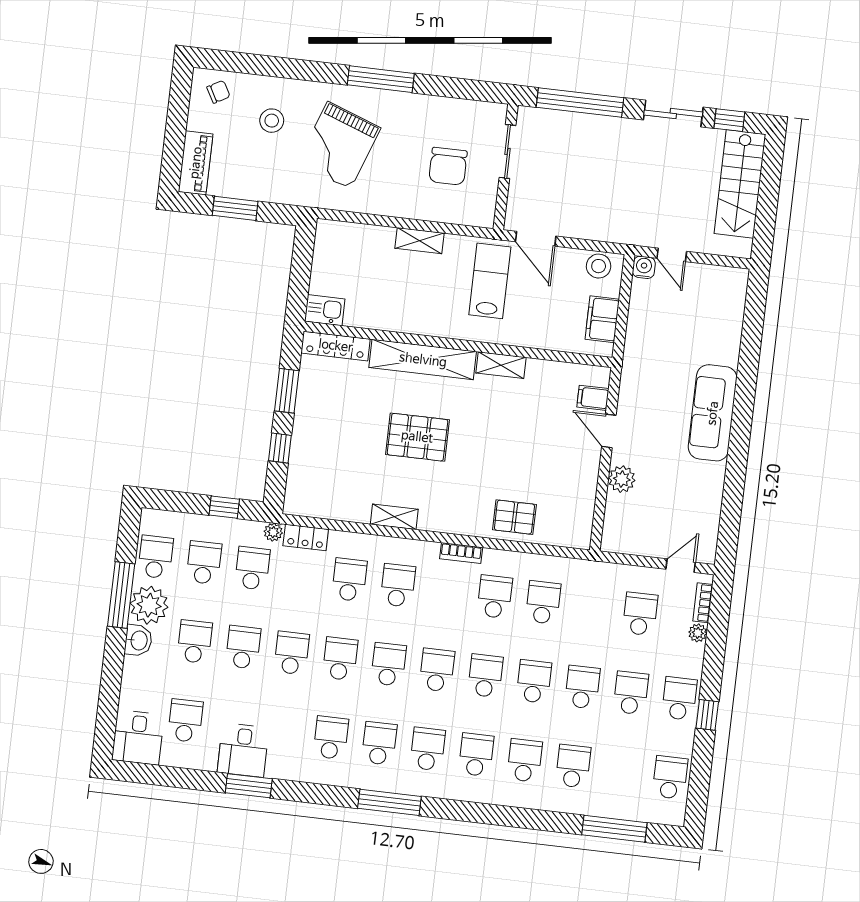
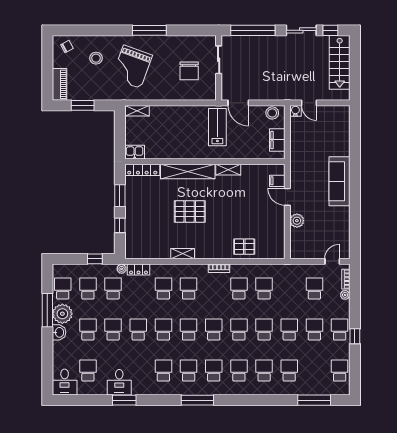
shelving: (420, 241) -> (137, 111), moved

